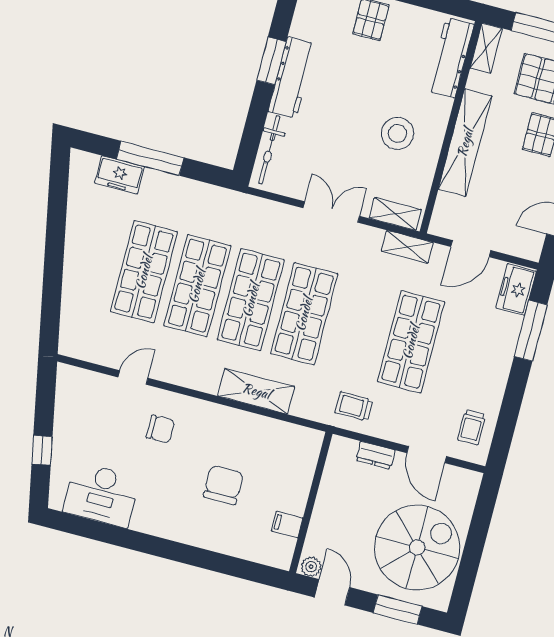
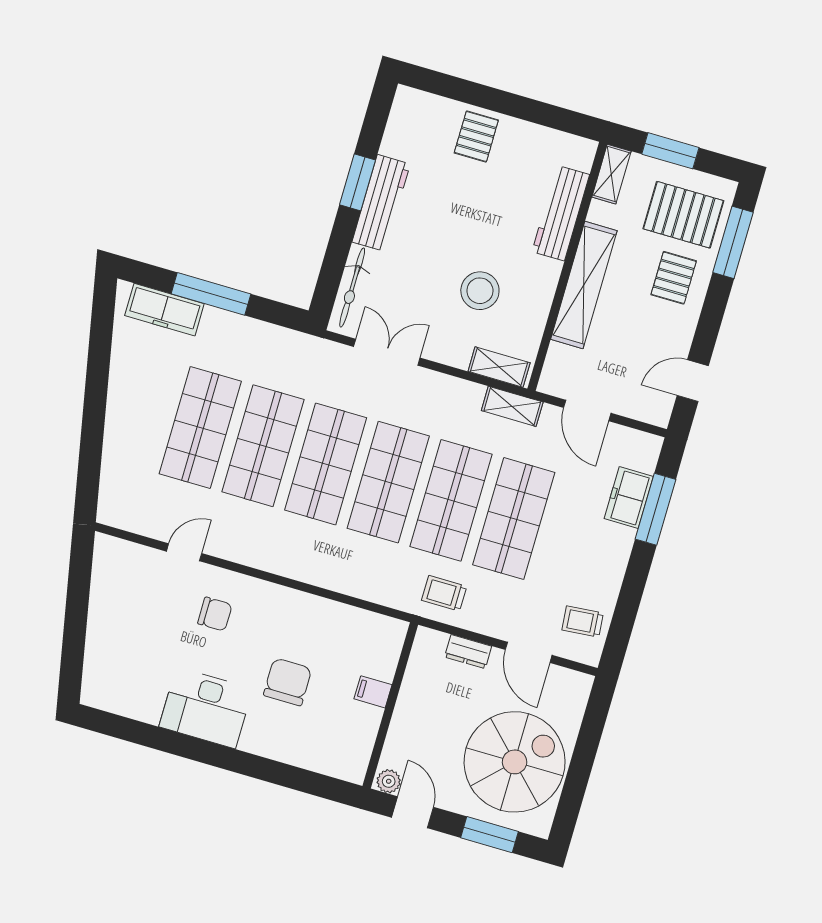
workbench: (451, 58) -> (561, 213), moved
stool: (397, 133) -> (480, 291), moved
freezer: (120, 175) -> (164, 310), width x1.40
double door: (331, 212) -> (387, 352), moved
door: (471, 249) -> (587, 410), hinge flipped
freezer: (516, 290) -> (629, 497), moved
shop shelf: (358, 328) -> (451, 500), added
shelving: (256, 391) -> (329, 572), removed
trolley: (472, 427) -> (583, 622), turned 85
window: (42, 450) -> (74, 635), removed
desk: (101, 495) -> (206, 708), moved
filing cabinet: (287, 524) -> (373, 692), moved

